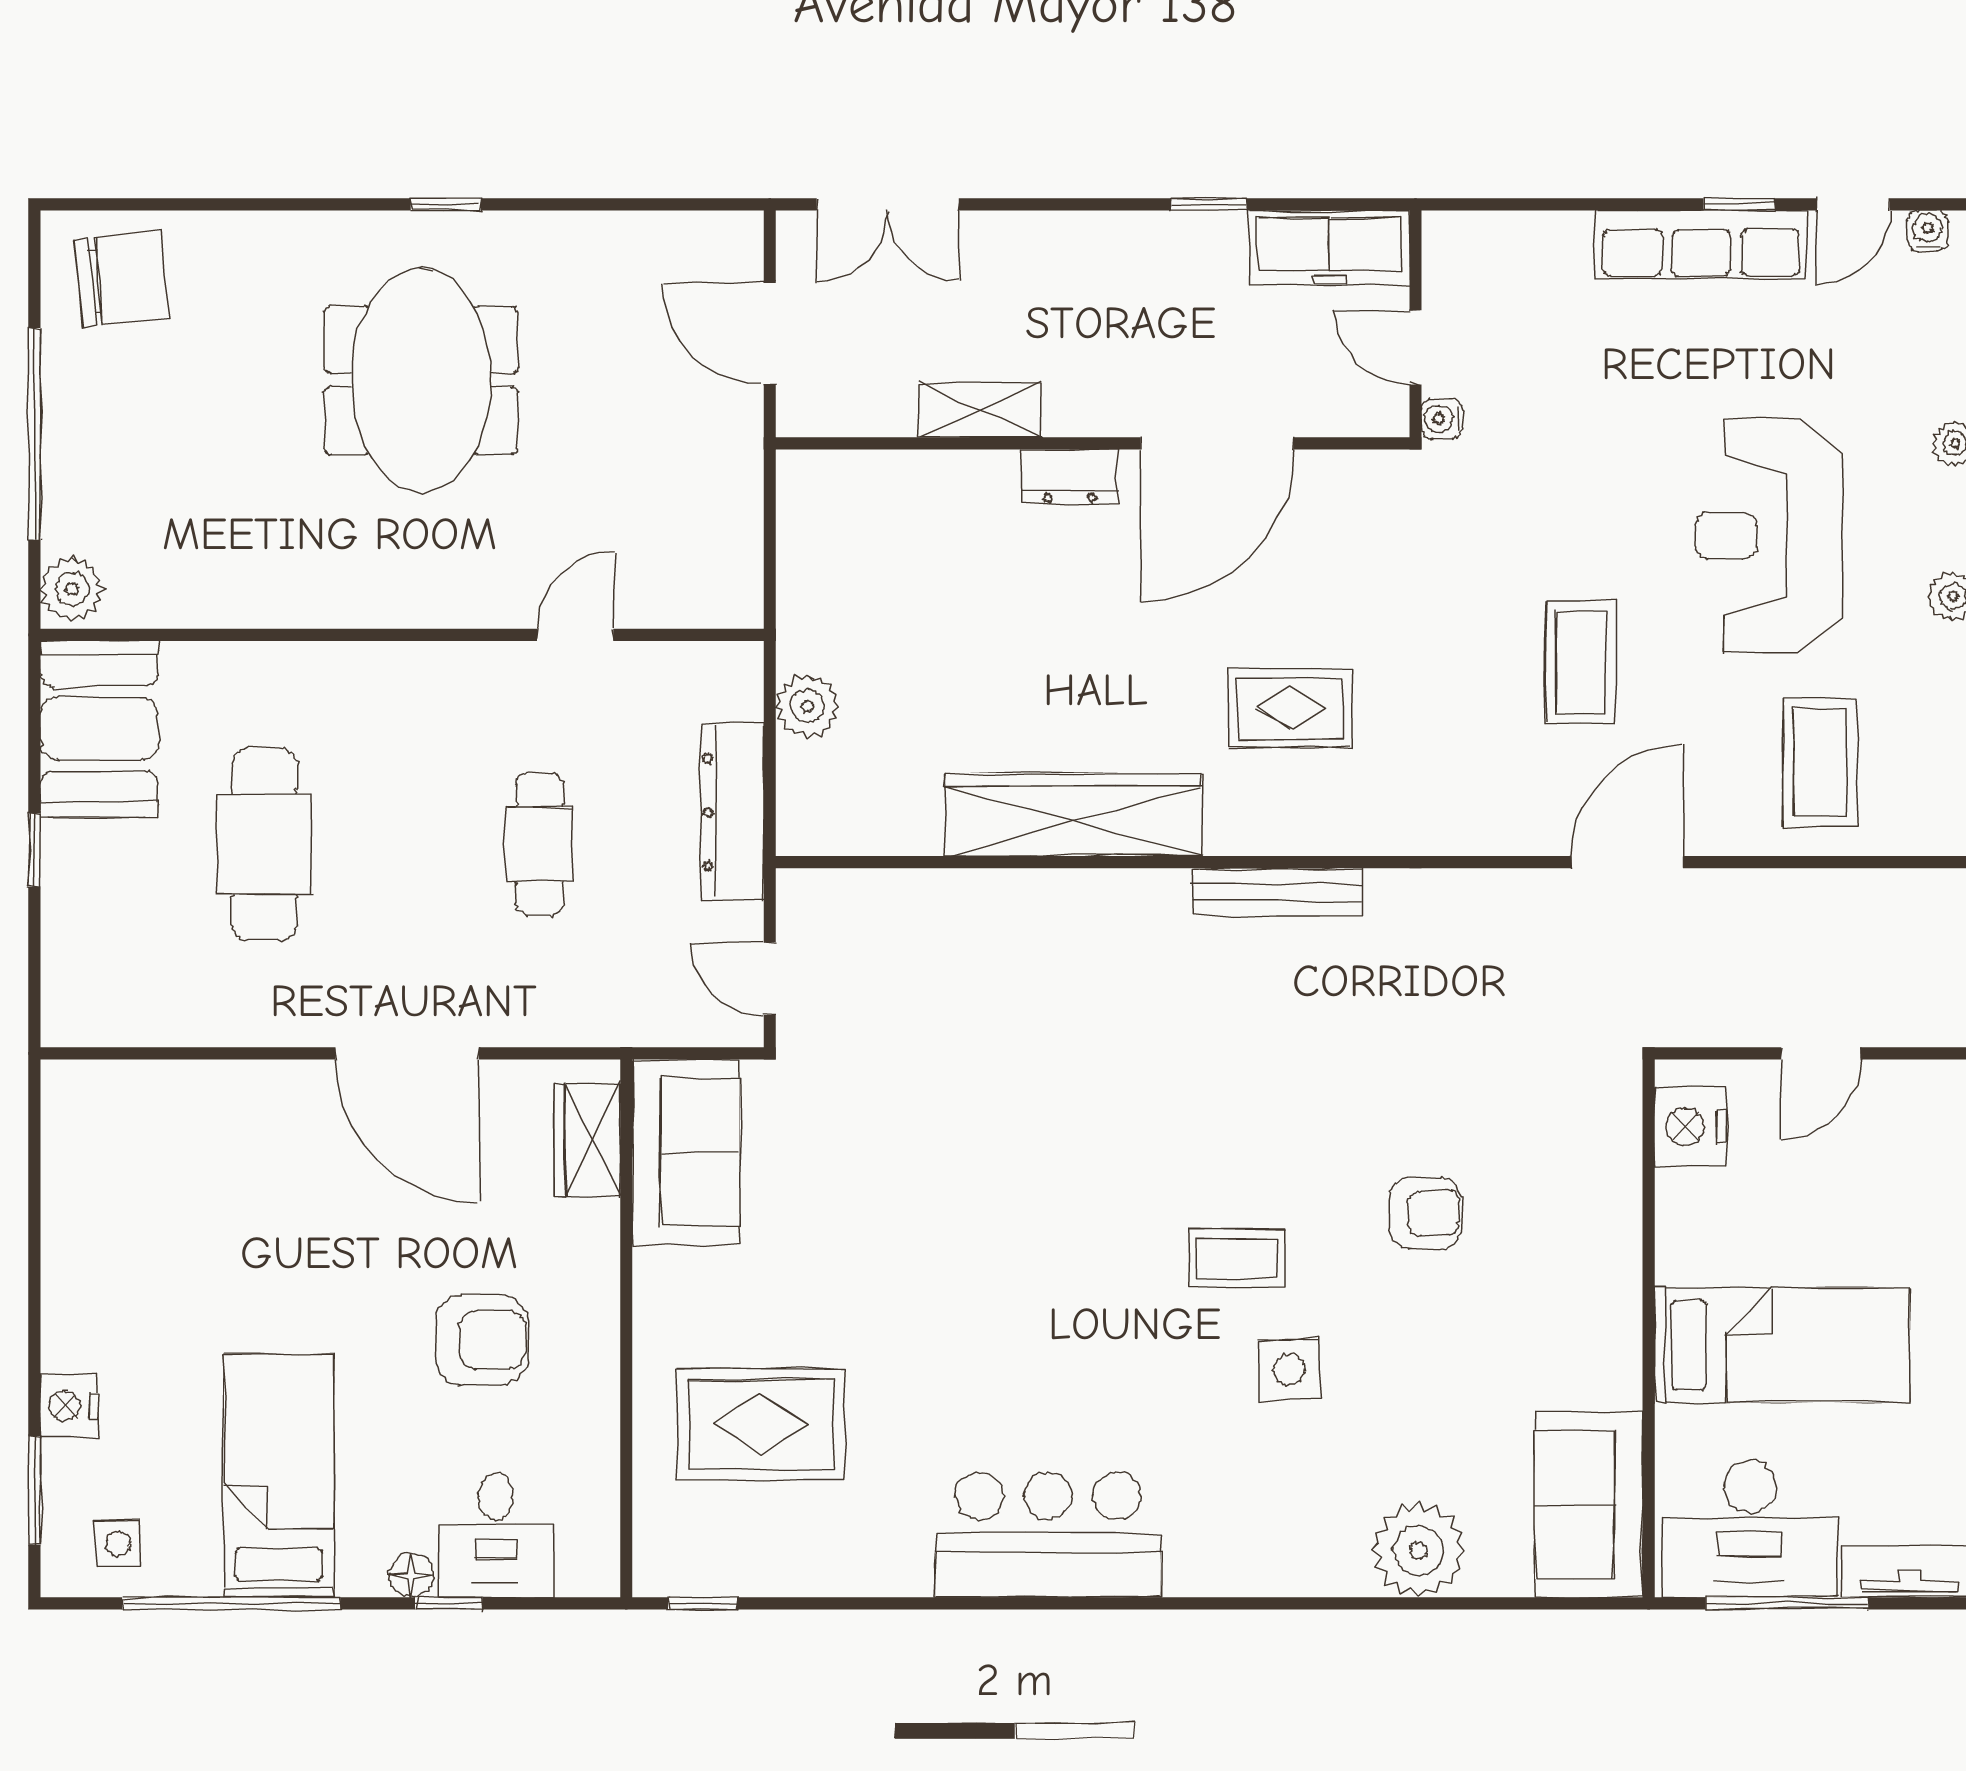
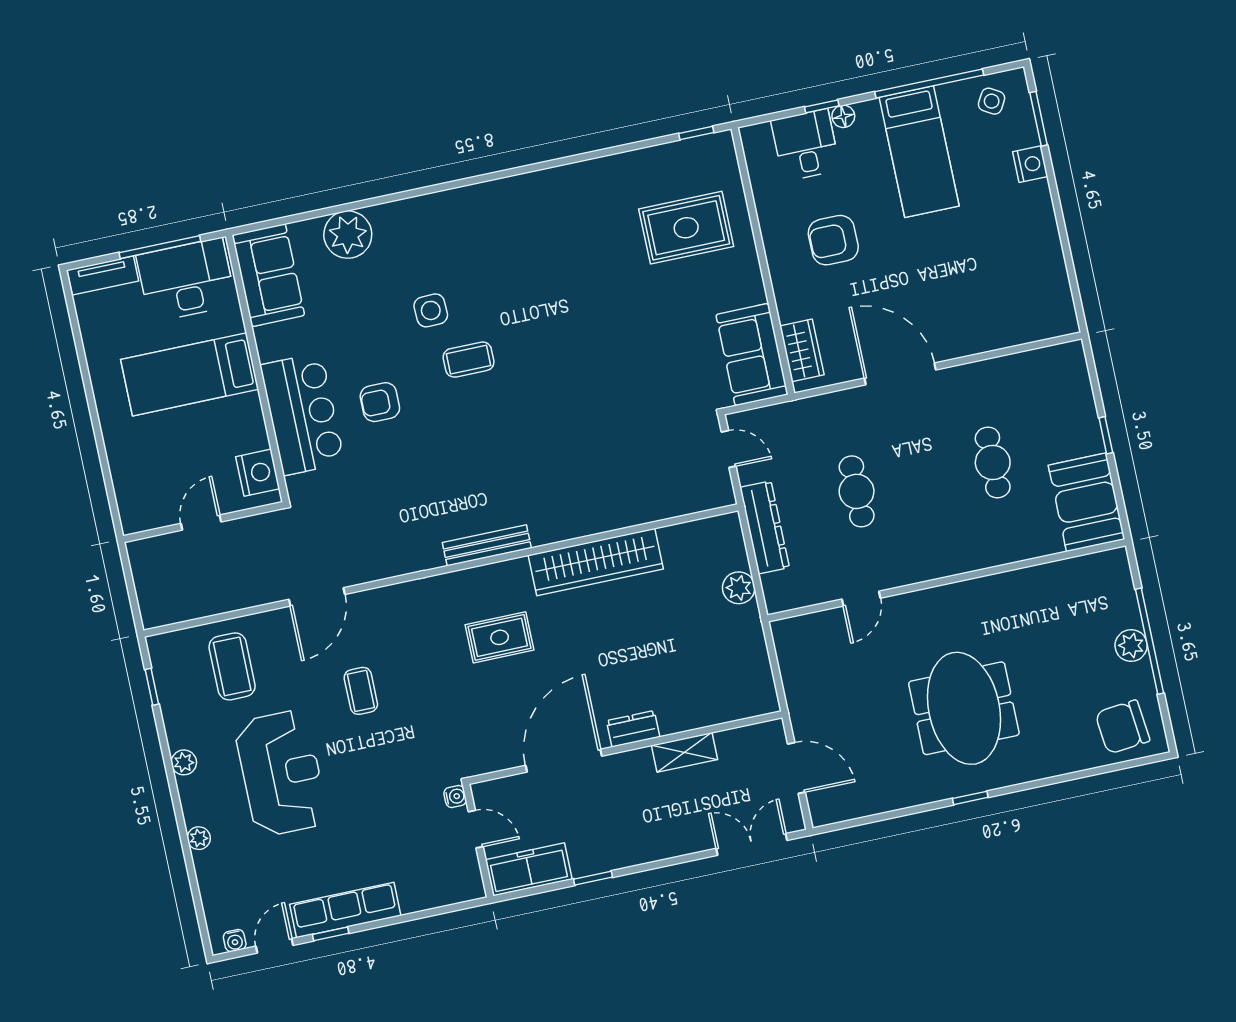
plant: (72, 589) -> (1131, 645), moved
coffee table: (1581, 662) -> (361, 691), width x0.73, depth x0.77
cafe table: (264, 844) -> (993, 462), width x0.73, depth x0.74
bar counter: (1048, 1535) -> (302, 414), moved, turned -90
side table: (118, 1544) -> (992, 101), turned 30

